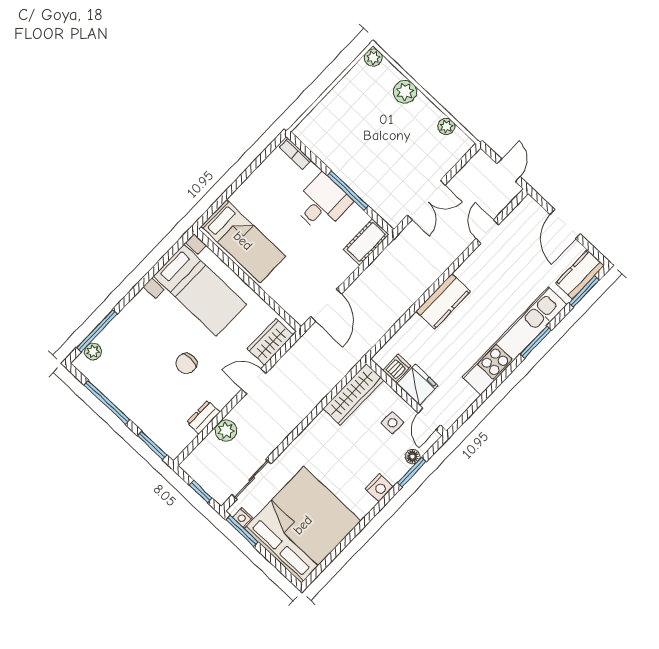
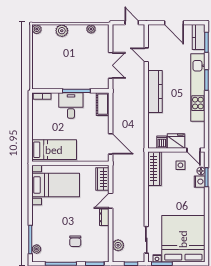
kitchen counter: (443, 301) -> (155, 92), width x1.50
chair: (186, 363) -> (75, 241), moved
dresser: (203, 417) -> (104, 217), moved
plant: (226, 431) -> (118, 245), moved
nightstand: (379, 488) -> (200, 182), moved

